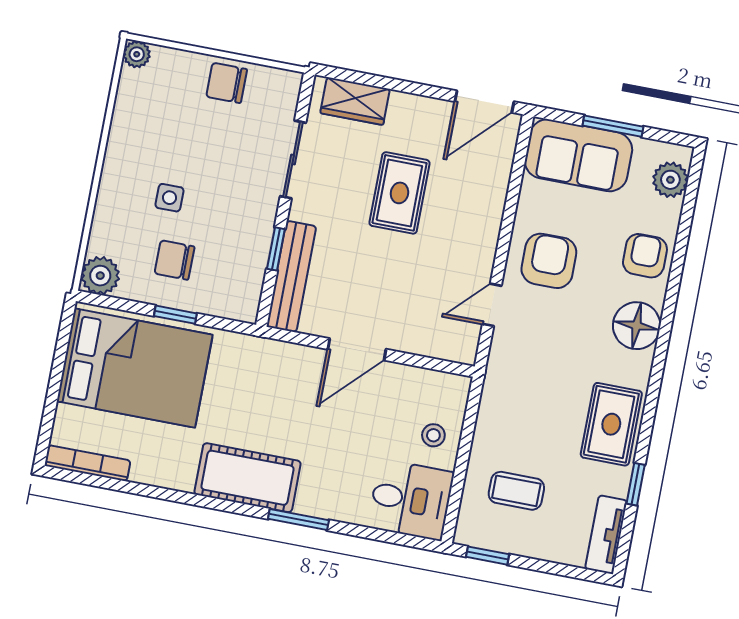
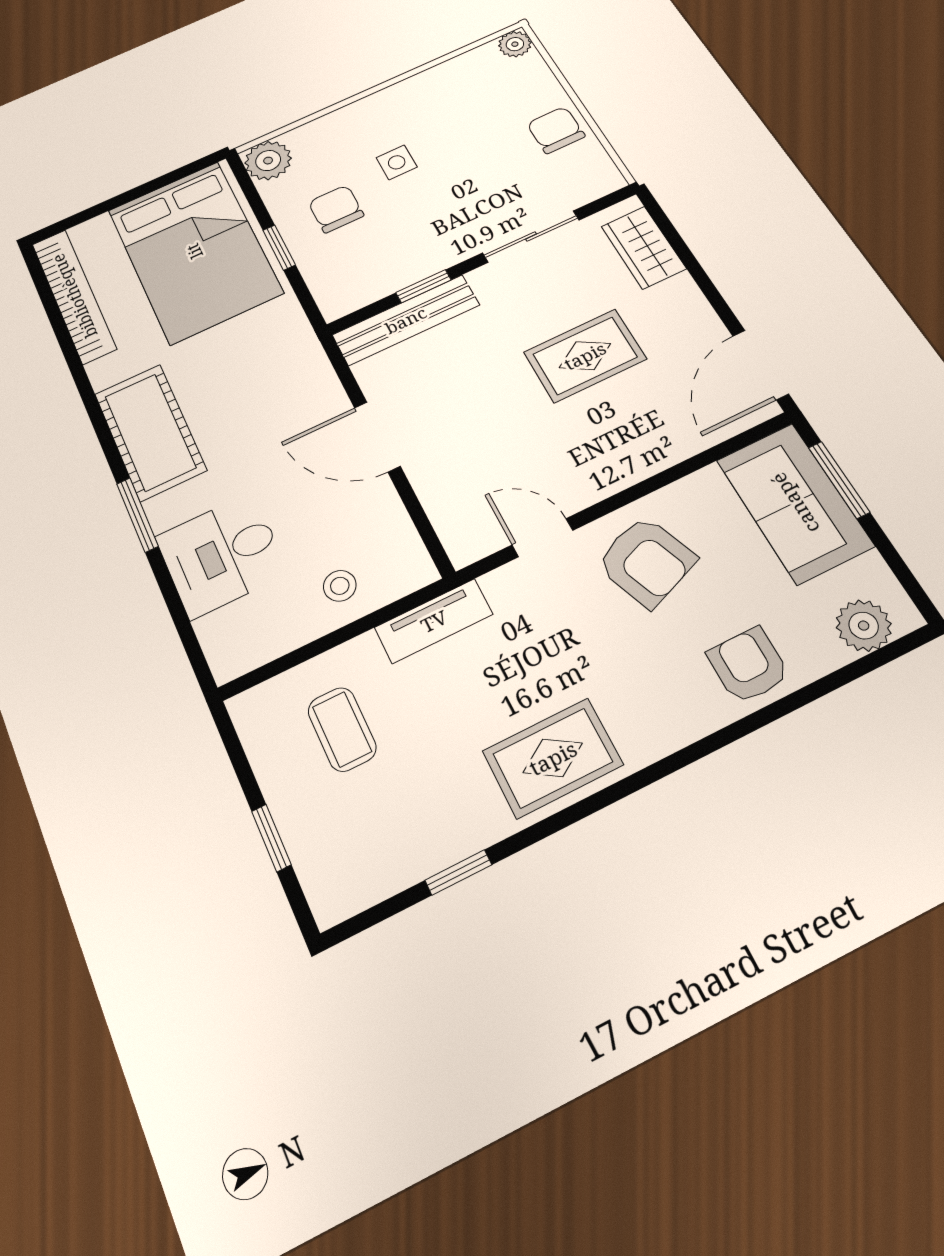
door: (484, 102) -> (760, 365), hinge flipped
window: (613, 126) -> (839, 480), moved
armchair: (645, 256) -> (748, 665), turned -90
armchair: (549, 261) -> (646, 561), turned 69
floor lamp: (637, 326) -> (657, 720), removed
rug: (611, 424) -> (553, 758), moved
bookcase: (88, 463) -> (74, 296), width x1.48, depth x1.31
desk: (411, 500) -> (222, 555), moved, turned 90
tv unit: (606, 535) -> (434, 621), moved, turned 180
window: (488, 556) -> (271, 838), moved

